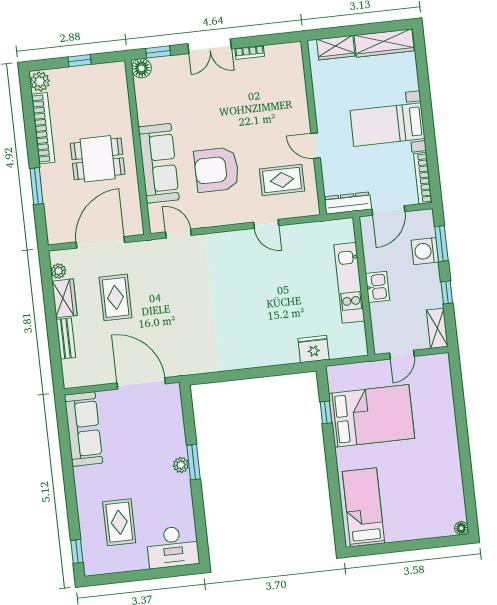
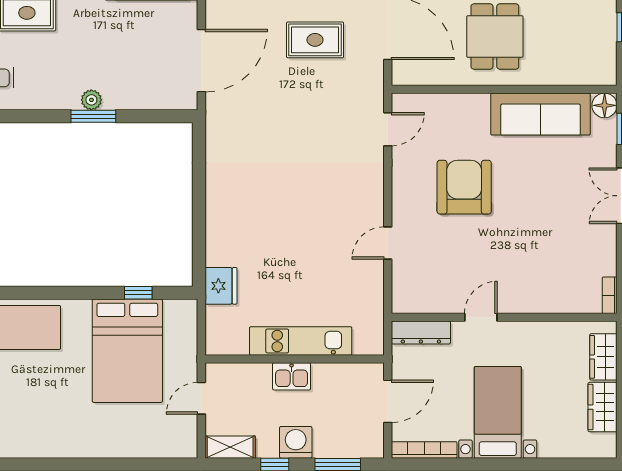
wardrobe: (384, 43) -> (603, 407), width x0.67
bookcase: (250, 52) -> (610, 295), moved
sofa: (159, 163) -> (540, 114), moved
rug: (282, 180) -> (442, 270), removed
dresser: (348, 203) -> (421, 333), moved, turned 90
door: (388, 210) -> (388, 401), swing flipped
washing machine: (425, 251) -> (296, 442), moved
door: (402, 355) -> (201, 398), hinge flipped

